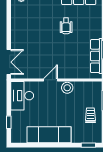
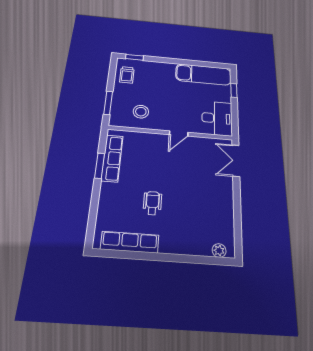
stool: (67, 88) -> (141, 112), moved
trolley: (90, 115) -> (127, 75), moved
exam couch: (49, 135) -> (204, 75), moved

